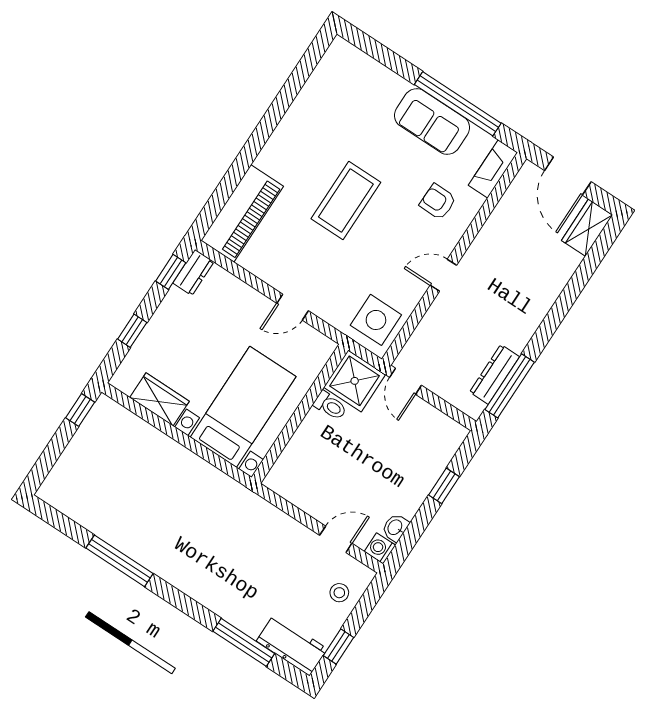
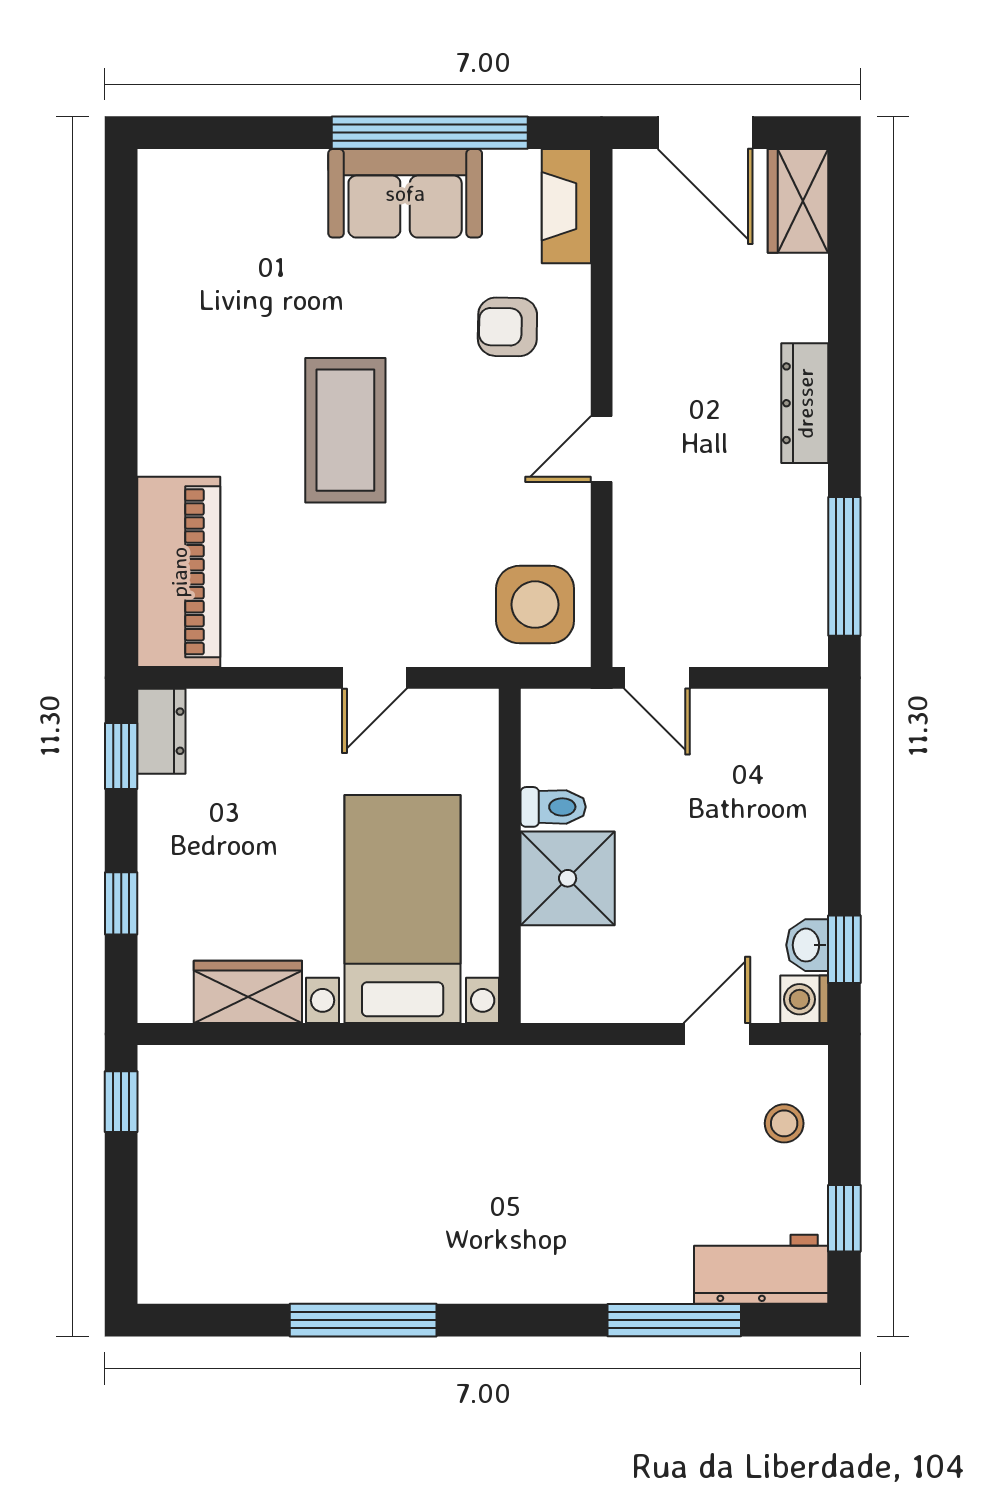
dresser: (495, 374) -> (805, 403), moved
shower: (355, 381) -> (568, 878), moved
window: (444, 486) -> (844, 949), moved

